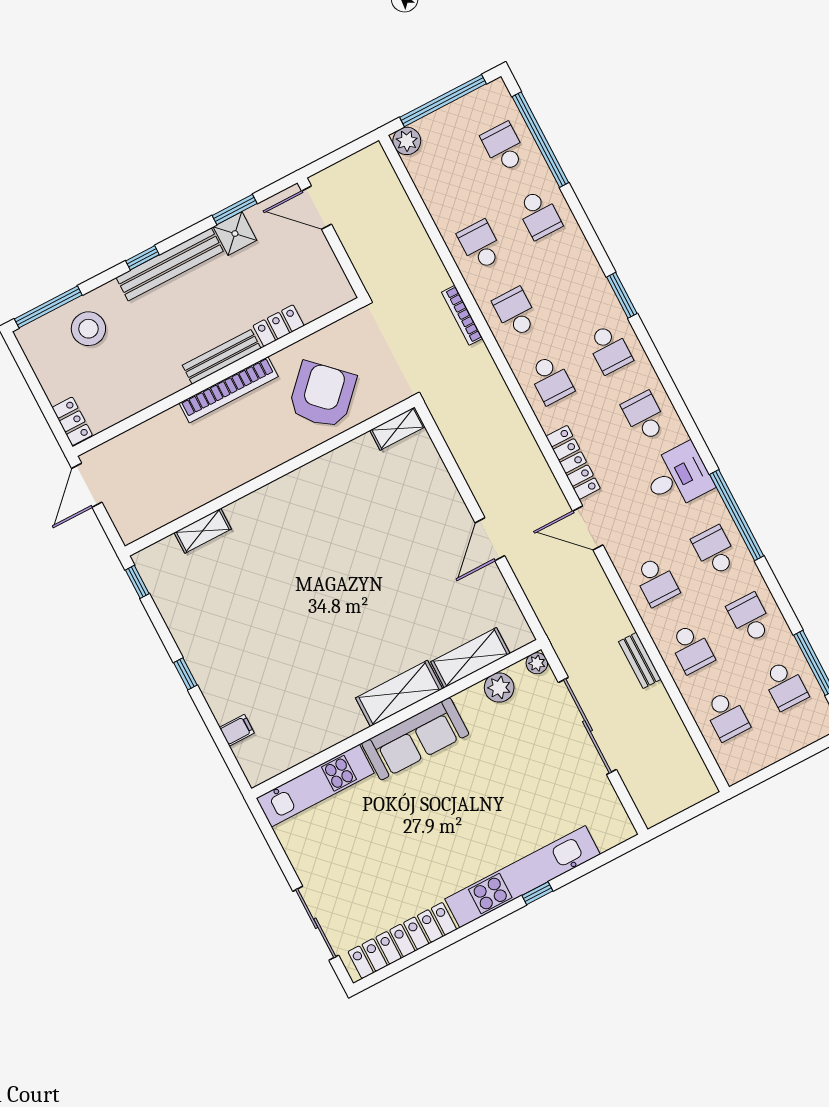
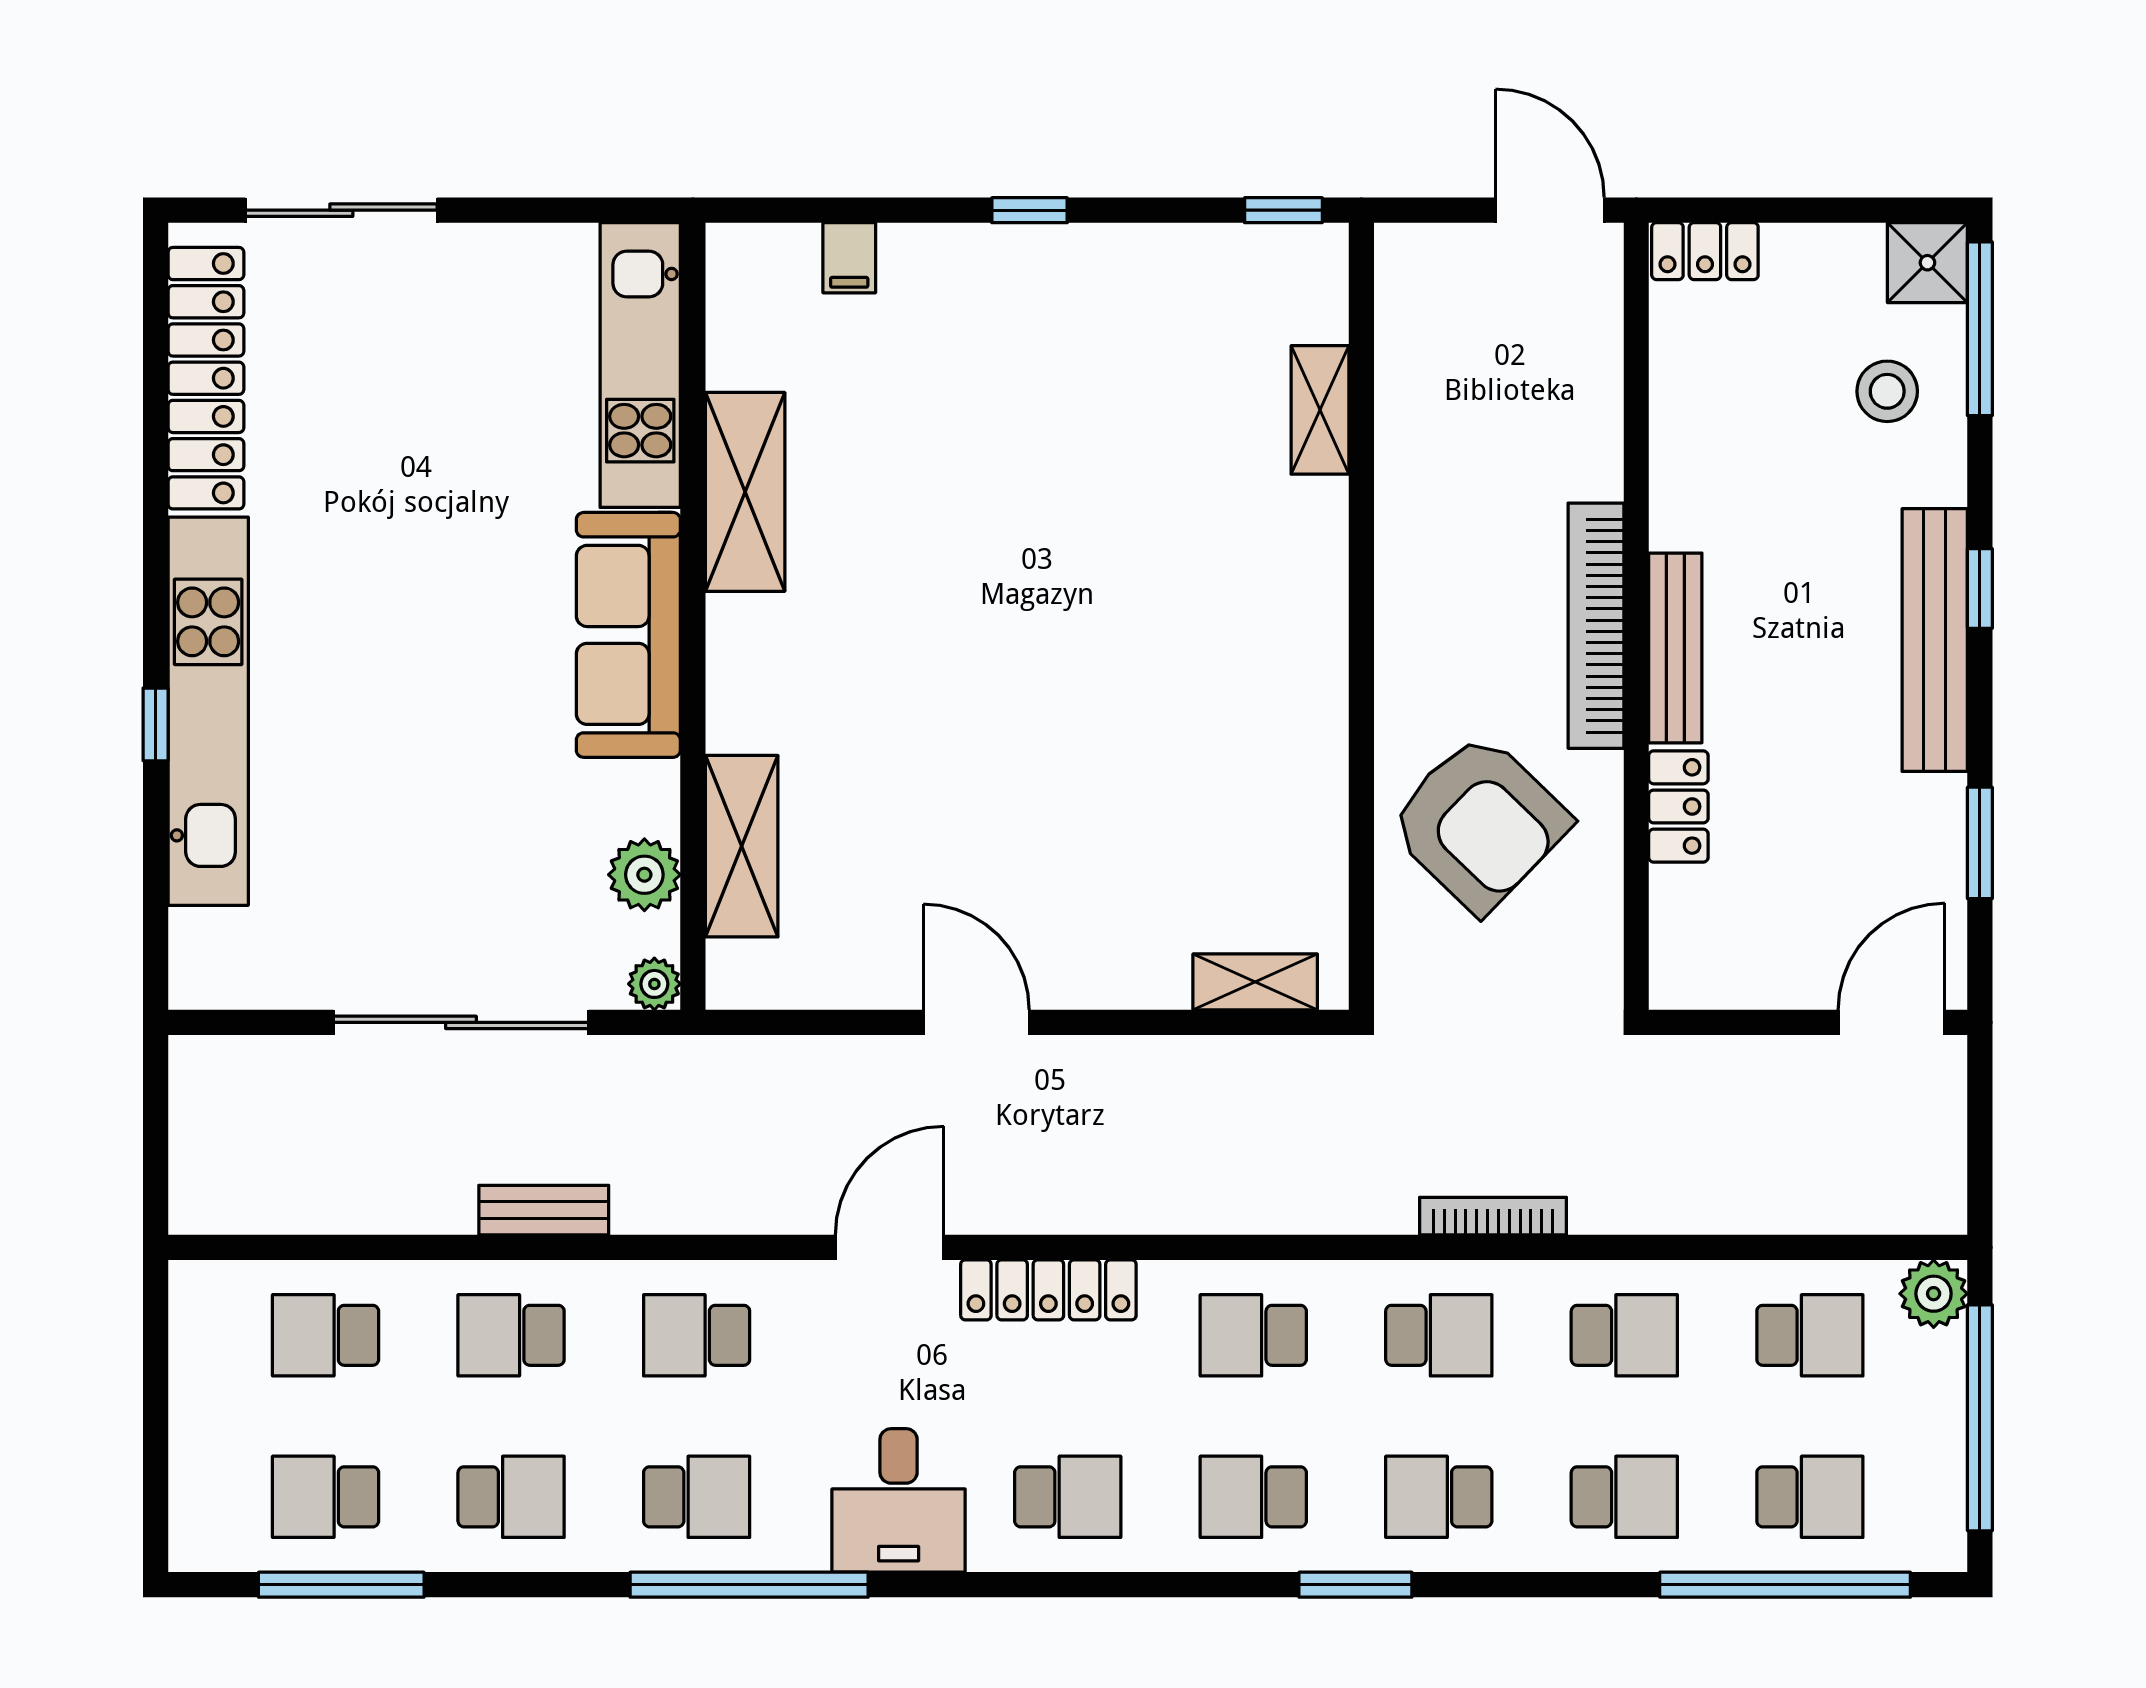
school desk: (445, 178) -> (1810, 1335), added
school desk: (539, 214) -> (1624, 1497), turned 180
shower: (235, 234) -> (1927, 263), moved
school desk: (574, 282) -> (1439, 1497), added
stool: (88, 329) -> (1887, 391), width x0.73, depth x0.73
shelving: (397, 429) -> (1255, 982), moved, turned 90
shelving: (399, 693) -> (745, 492), moved

